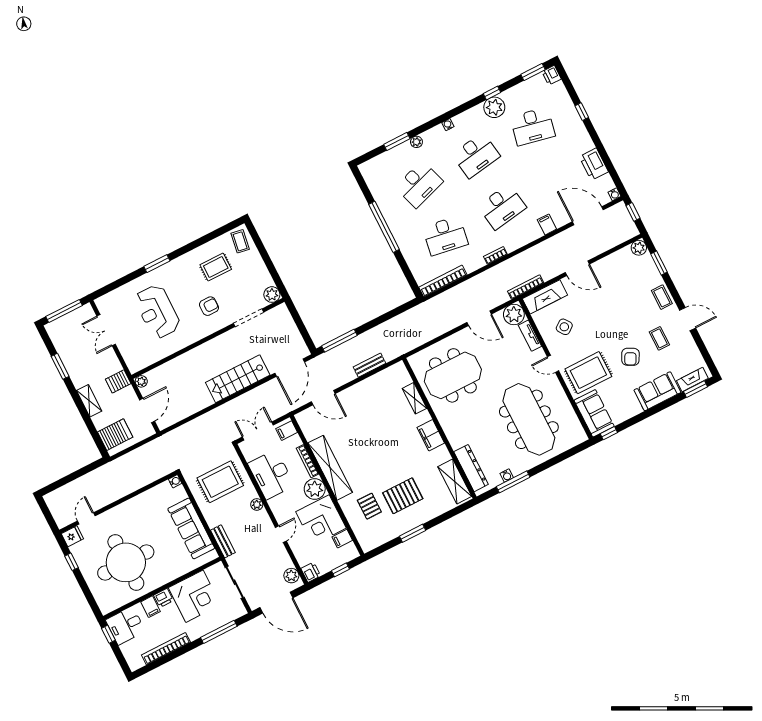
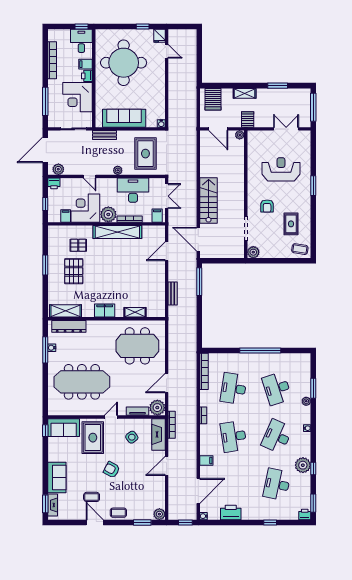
desk: (476, 155) -> (277, 436), turned 33
door: (688, 319) -> (95, 522), swing flipped
armchair: (630, 357) -> (112, 470), moved
meeting table: (453, 375) -> (137, 346), turned 90

